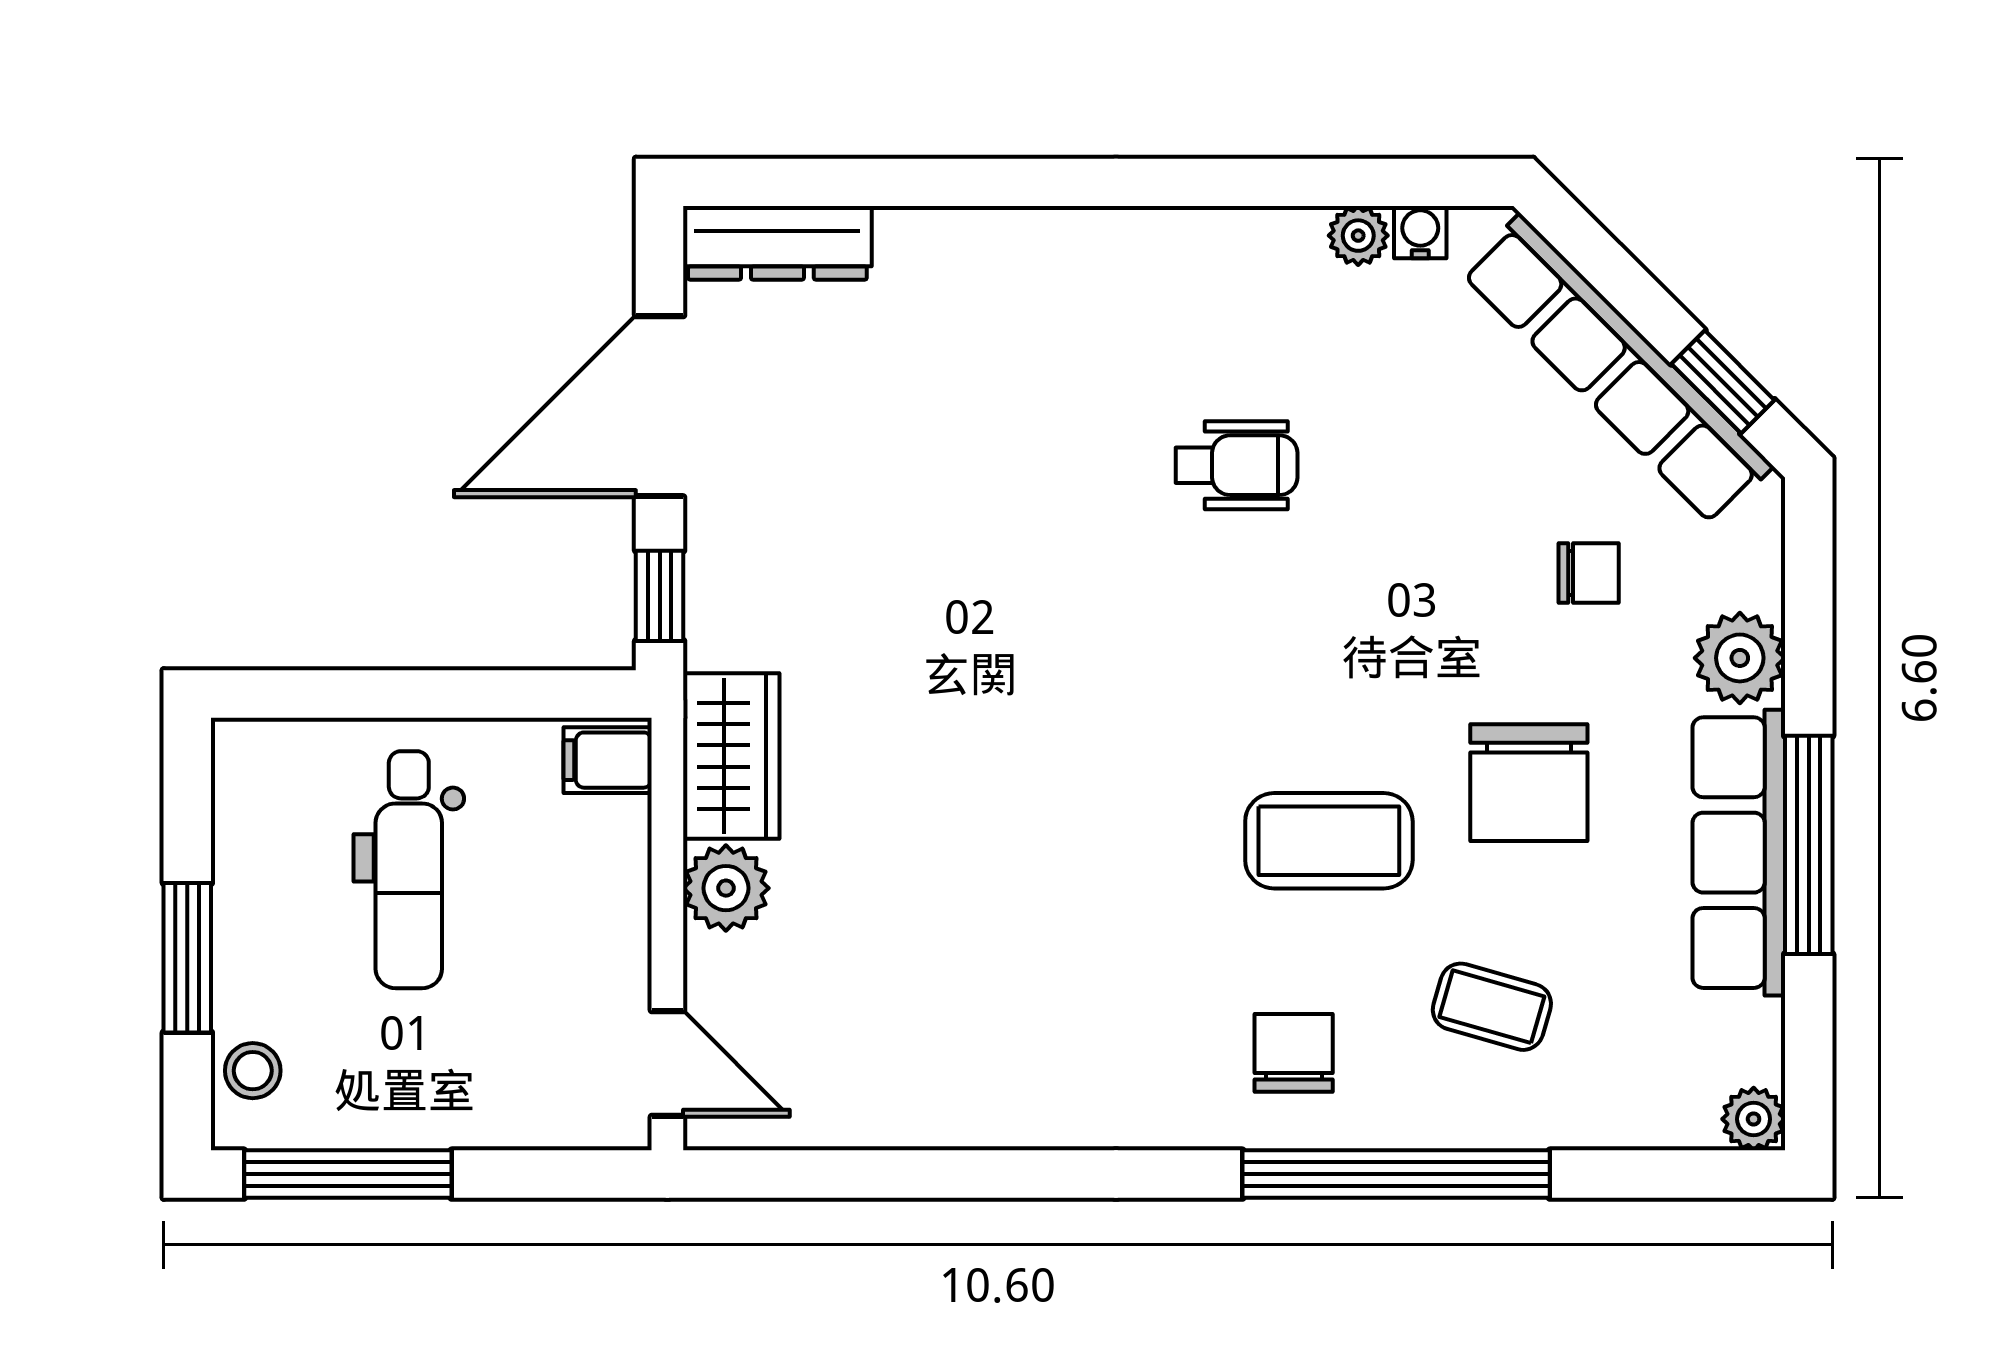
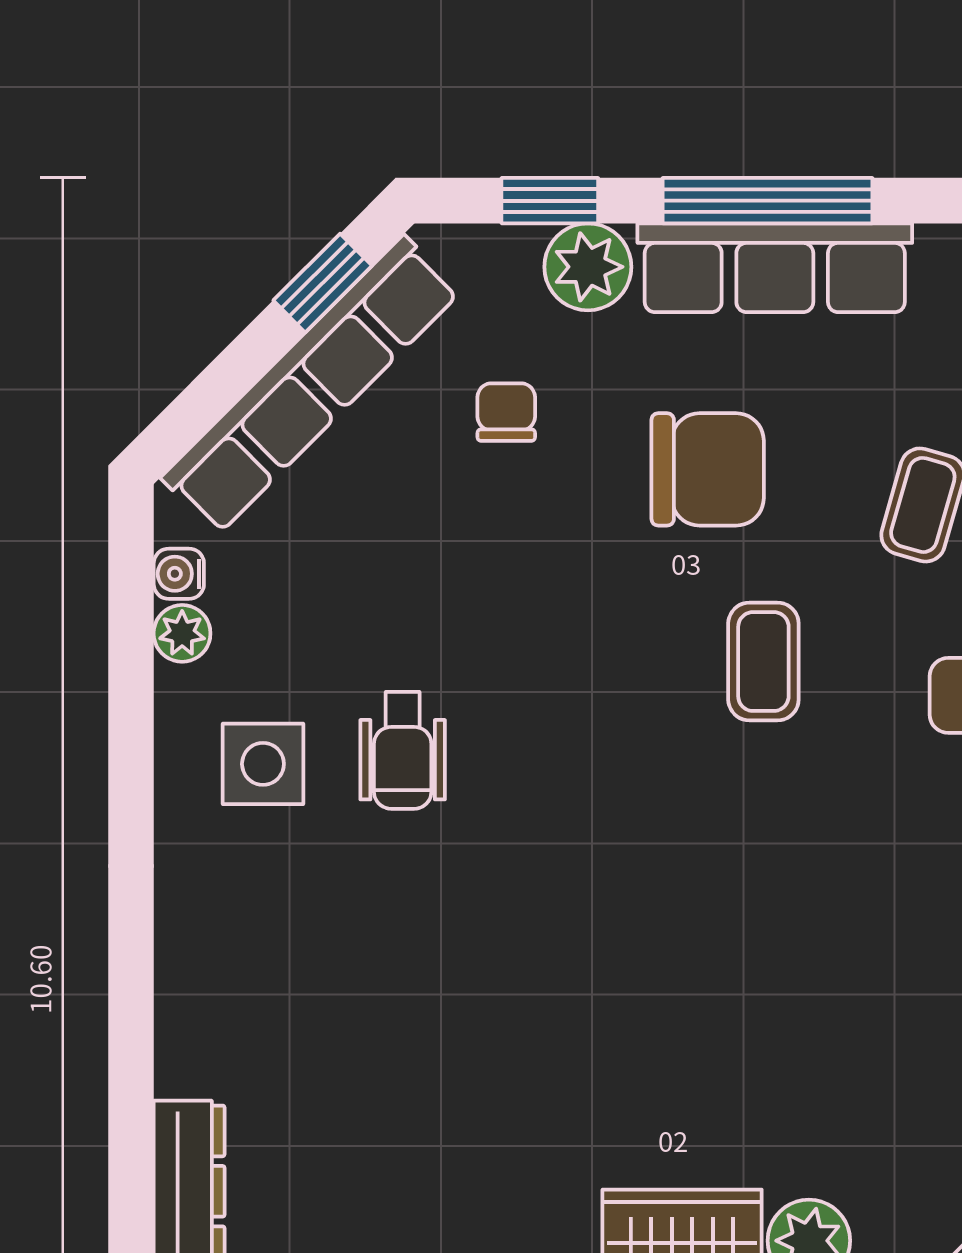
side table: (1222, 320) -> (263, 764), added
wheelchair: (1236, 465) -> (403, 750), turned 180
window: (1809, 618) -> (550, 201), added
coffee table: (1329, 841) -> (763, 662), width x0.73, depth x0.77

